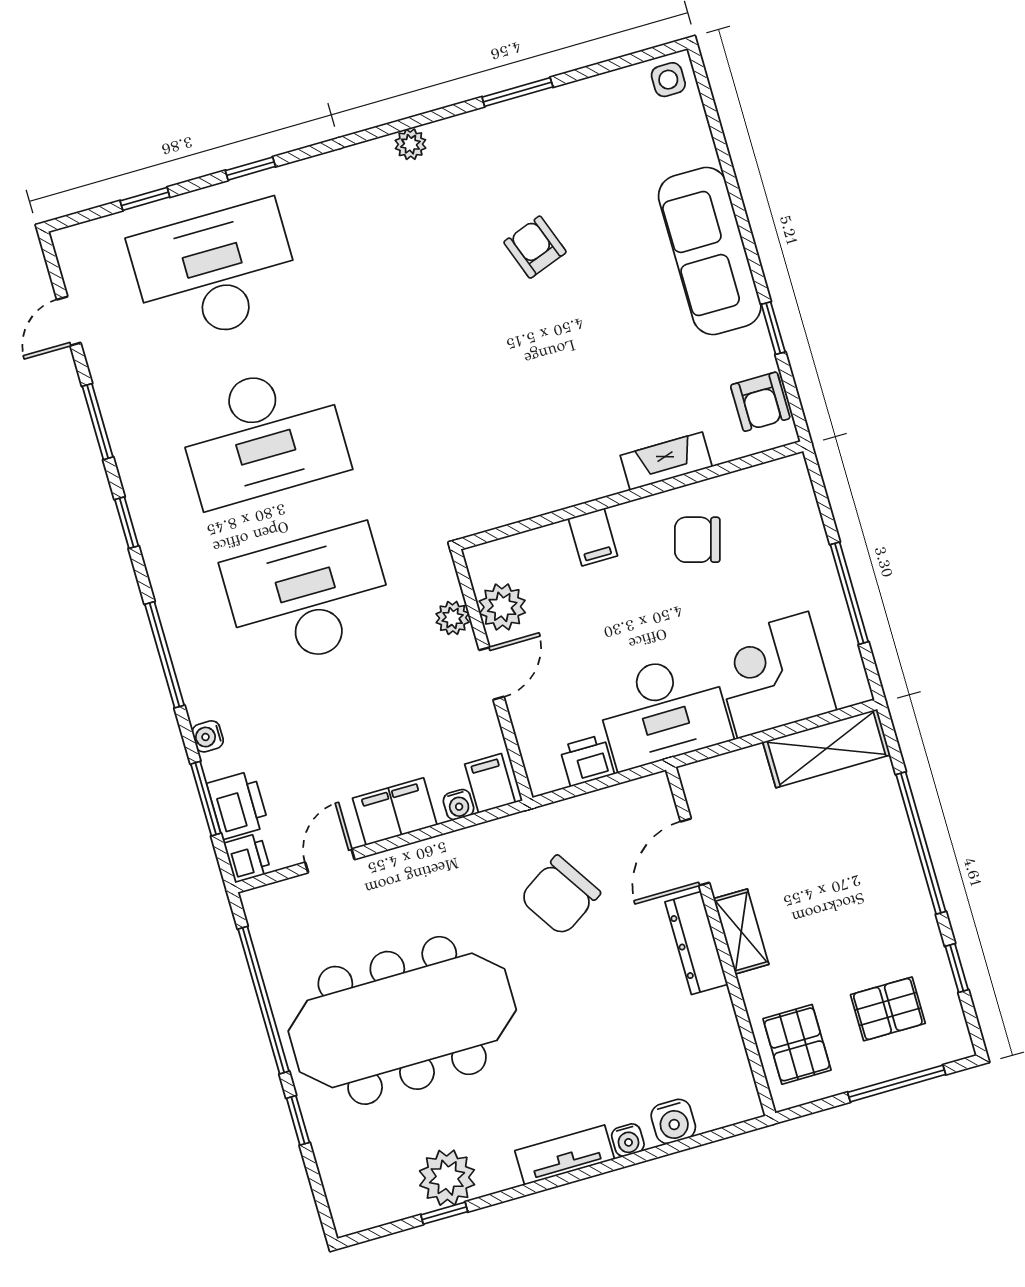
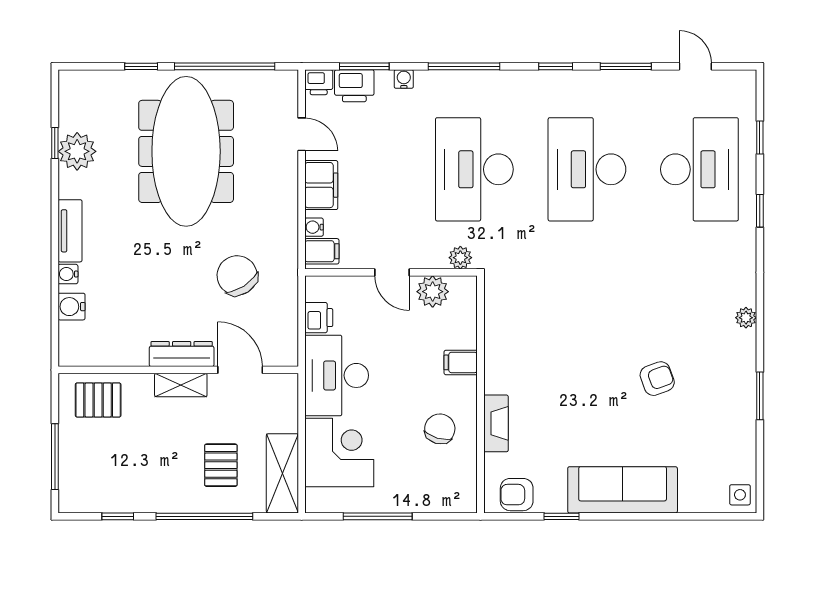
desk: (309, 597) -> (474, 169), turned 180
plant: (453, 618) -> (460, 258), moved
pallet: (888, 1009) -> (221, 465), moved

